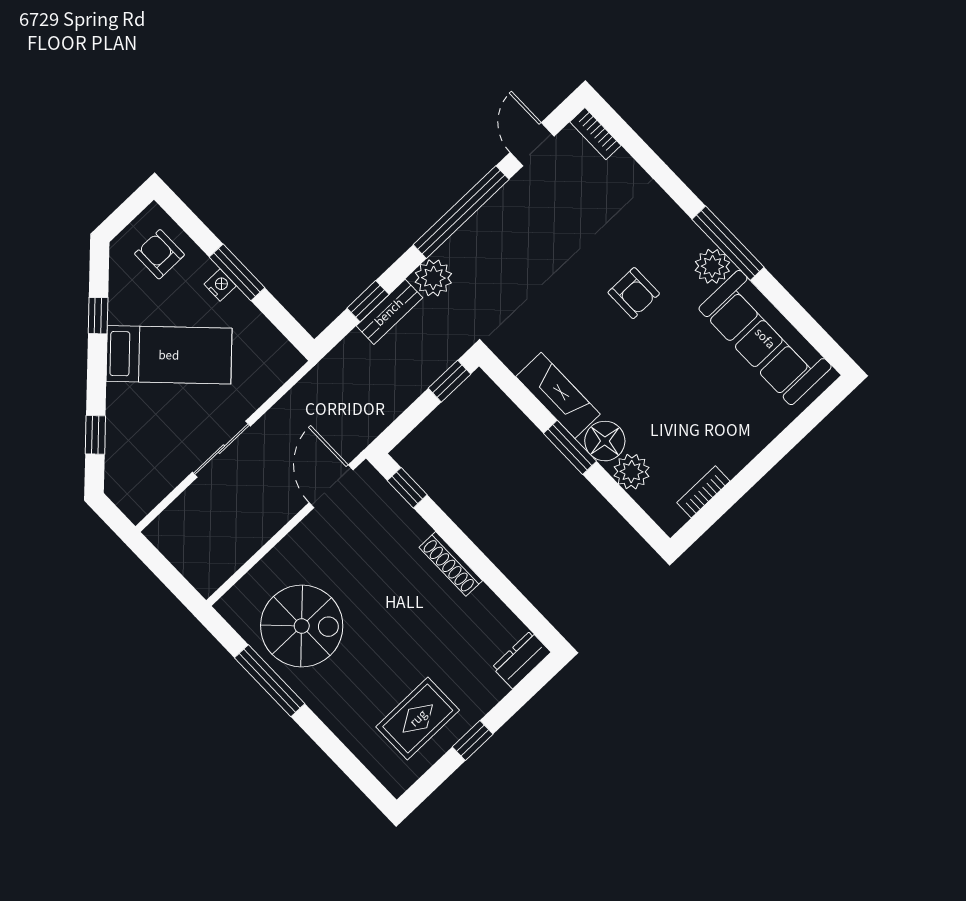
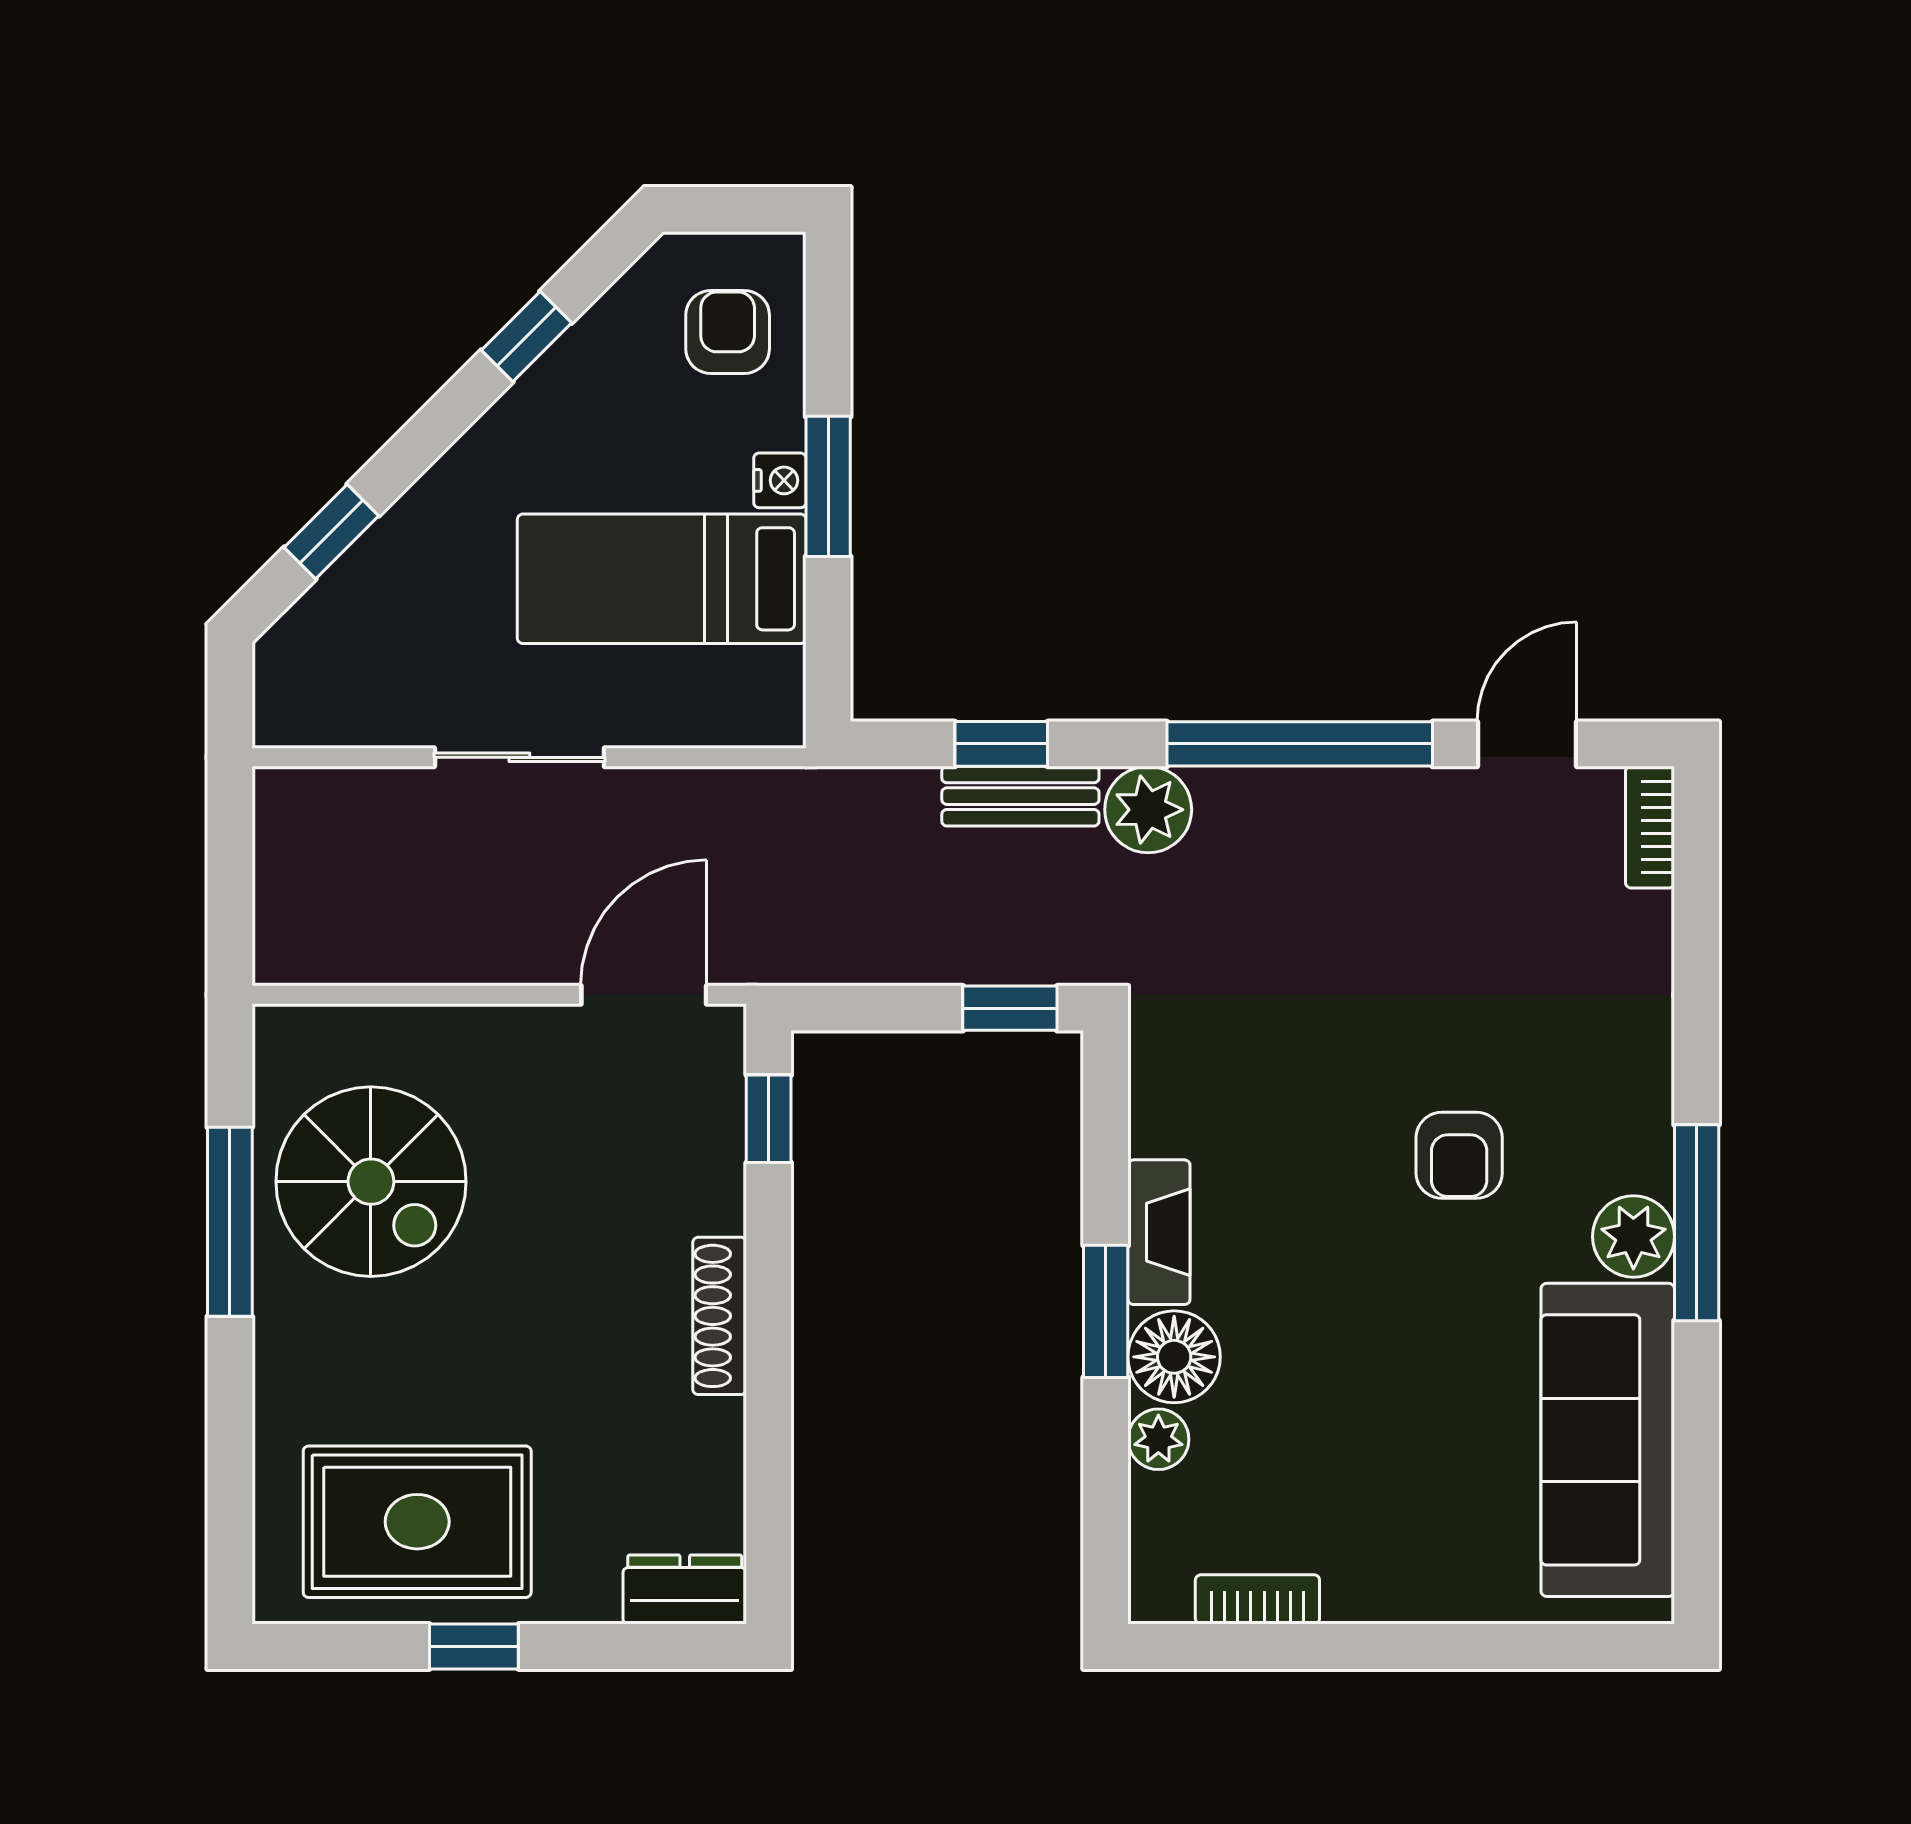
bed: (169, 355) -> (662, 579), moved, turned 135
fireplace: (558, 395) -> (1159, 1232), width x0.73, depth x0.76
plant: (631, 472) -> (1158, 1439), width x0.73, depth x0.73
rug: (418, 718) -> (417, 1522), width x1.36, depth x1.43

